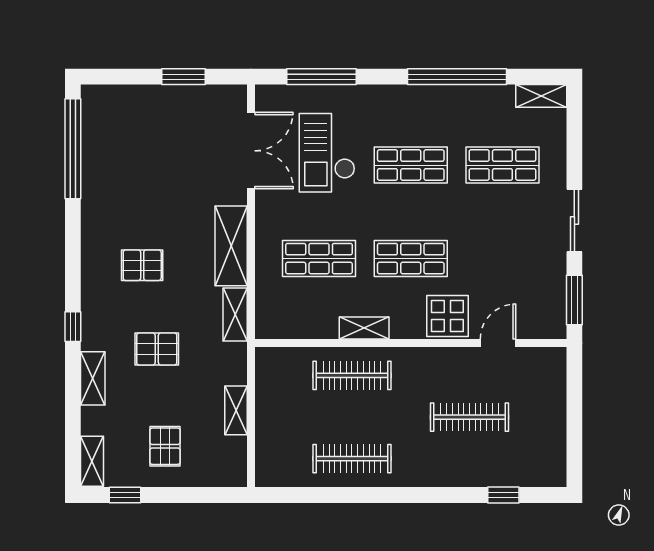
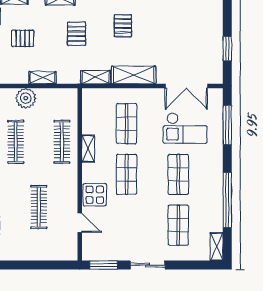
checkout: (327, 153) -> (185, 128), turned 180
plant: (273, 441) -> (26, 98), added

